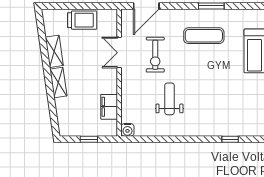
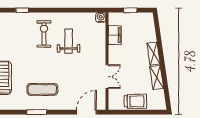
trolley: (82, 20) -> (135, 101), turned 180
exercise bike: (155, 55) -> (44, 34), moved
weight bench: (169, 99) -> (69, 41), turned 180

